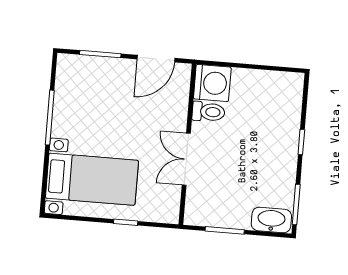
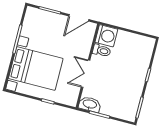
bed with nightstands: (92, 179) -> (36, 68), width x1.36
washbasin: (271, 220) -> (90, 104), moved

